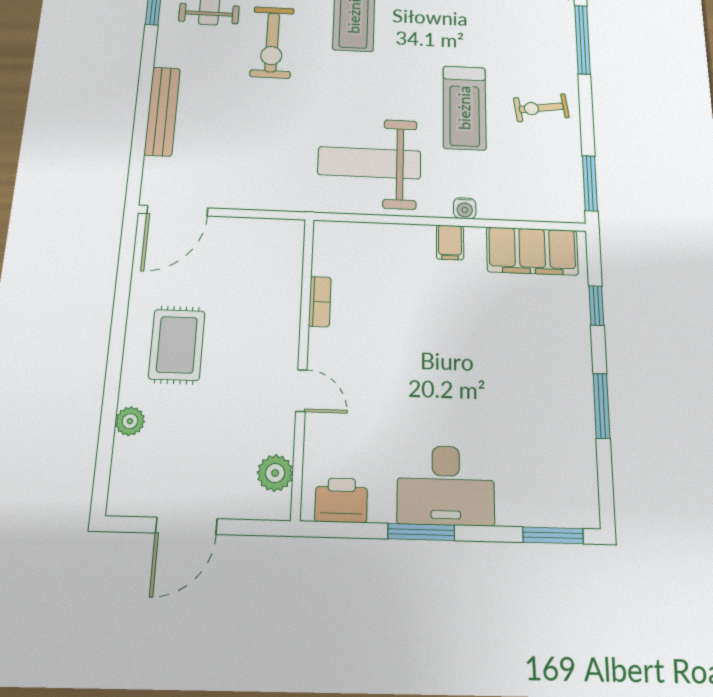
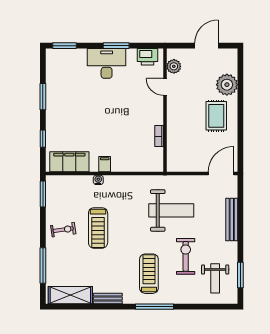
treadmill: (464, 108) -> (98, 228), turned 180
weight bench: (369, 163) -> (171, 210), moved
door: (301, 391) -> (165, 87), moved
plant: (130, 421) -> (227, 85), width x1.87, depth x1.87

